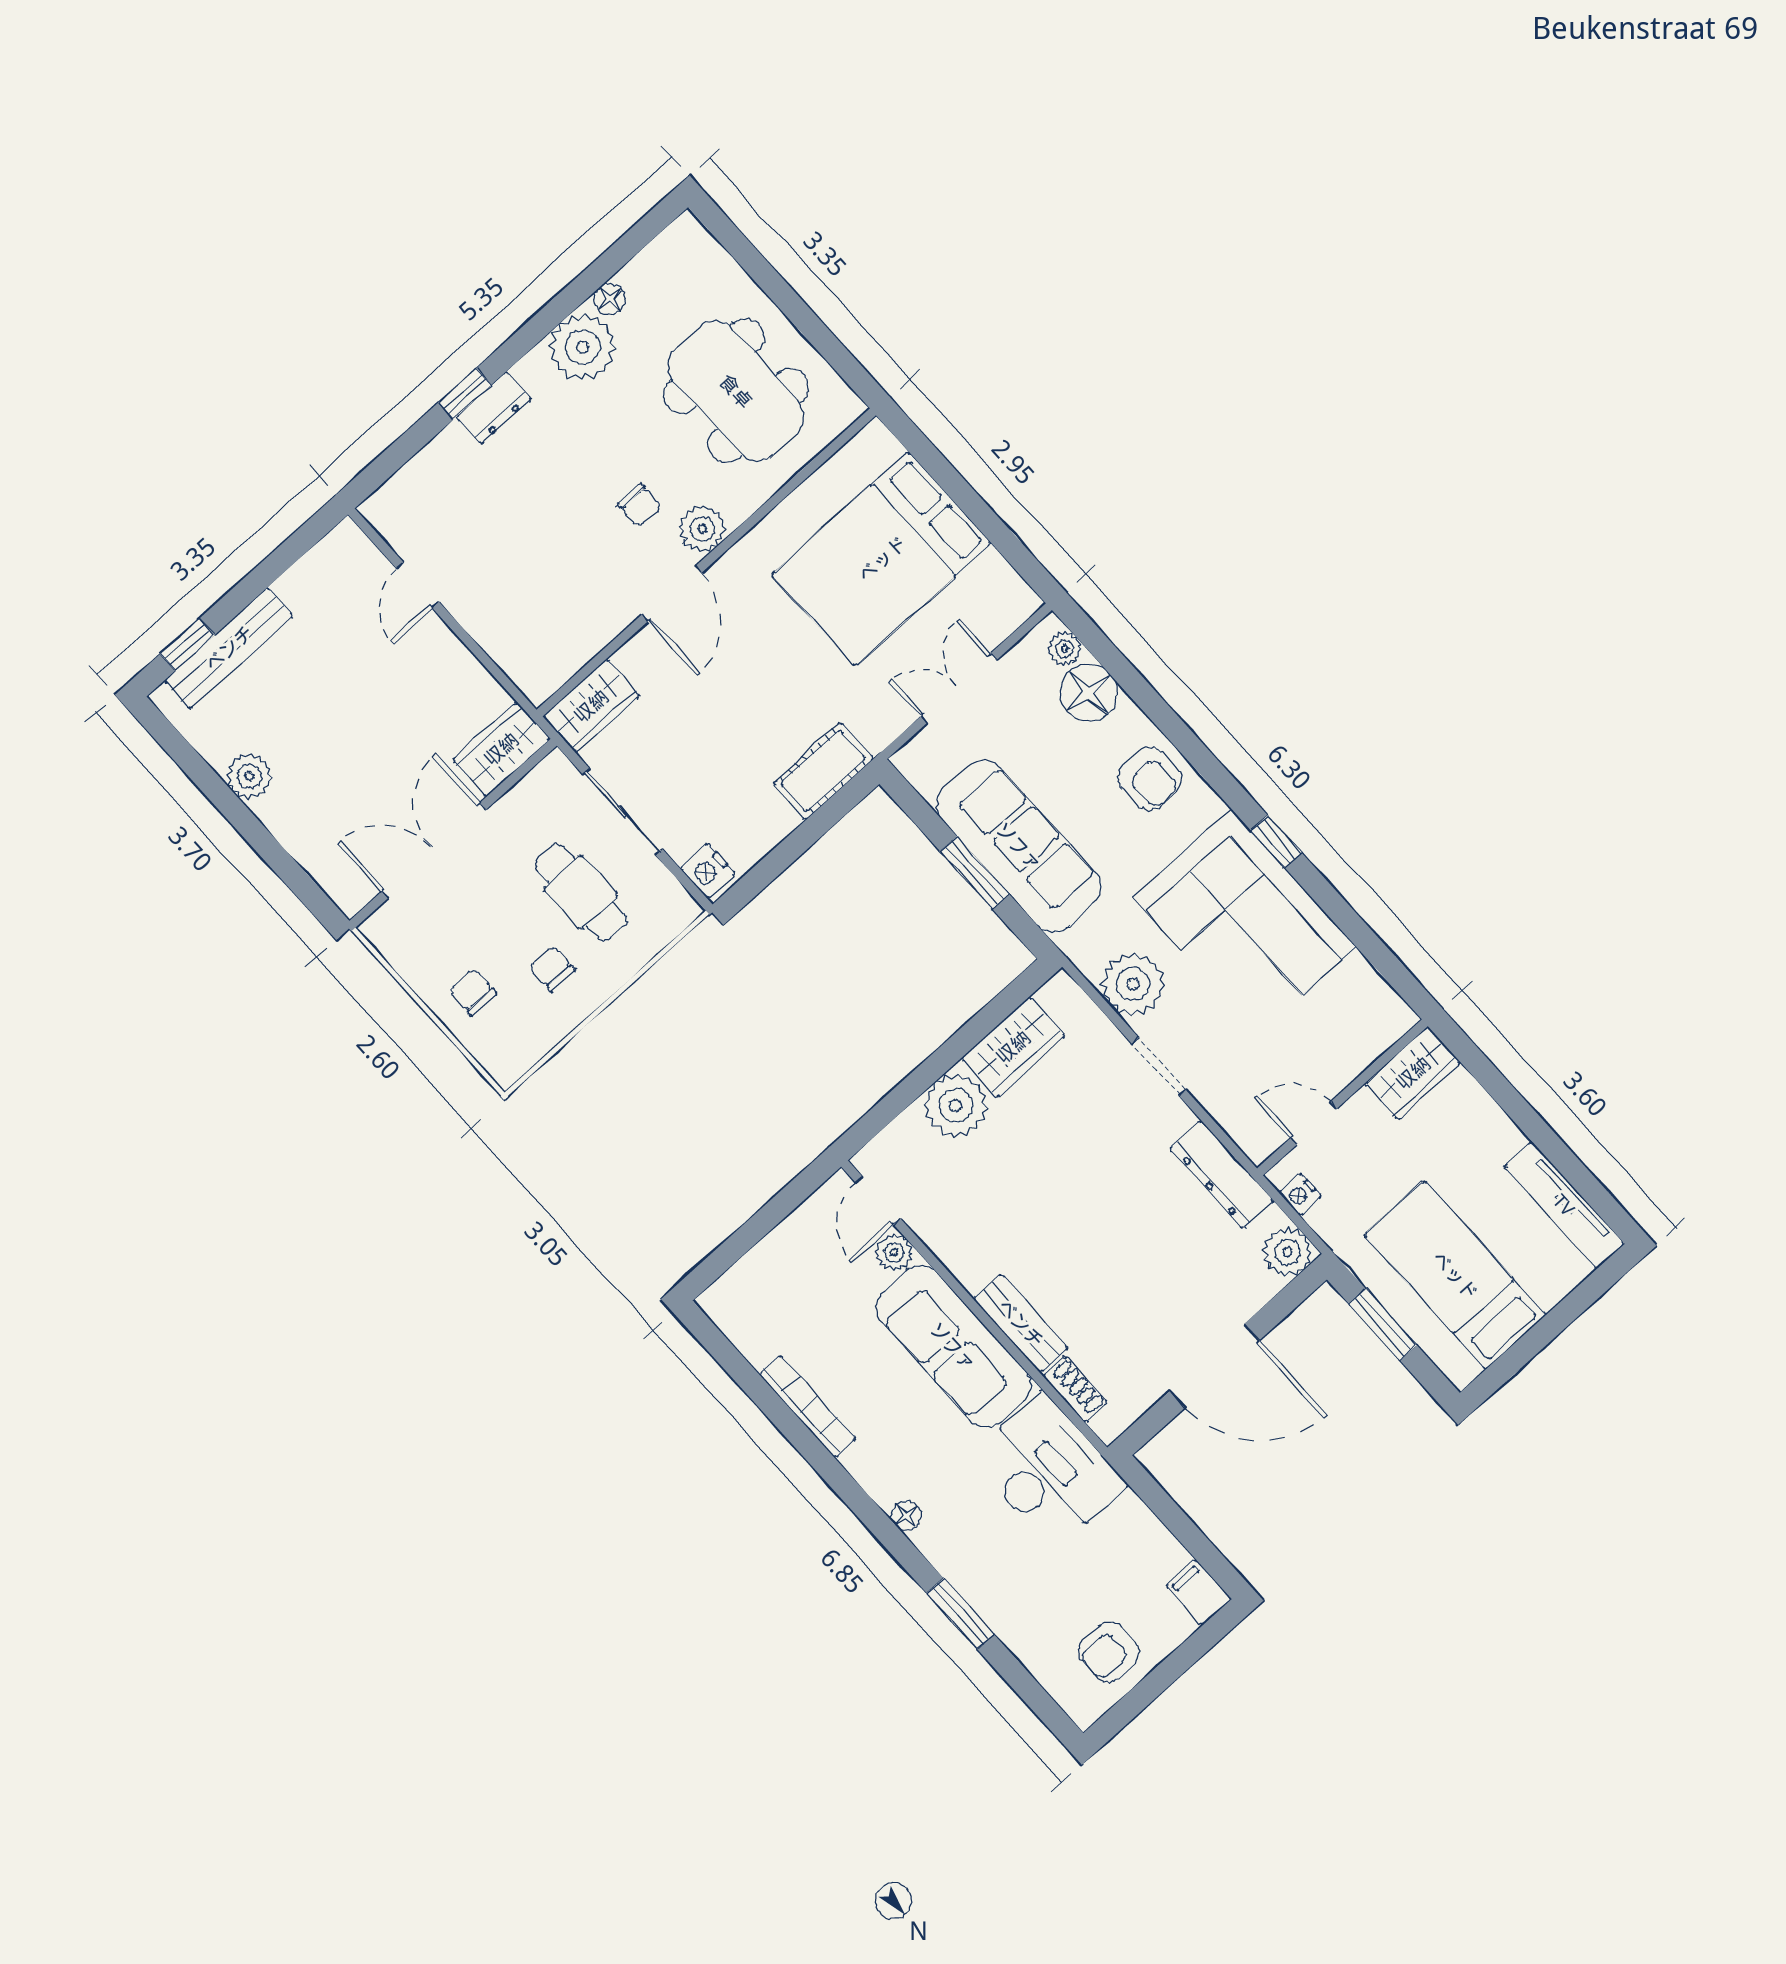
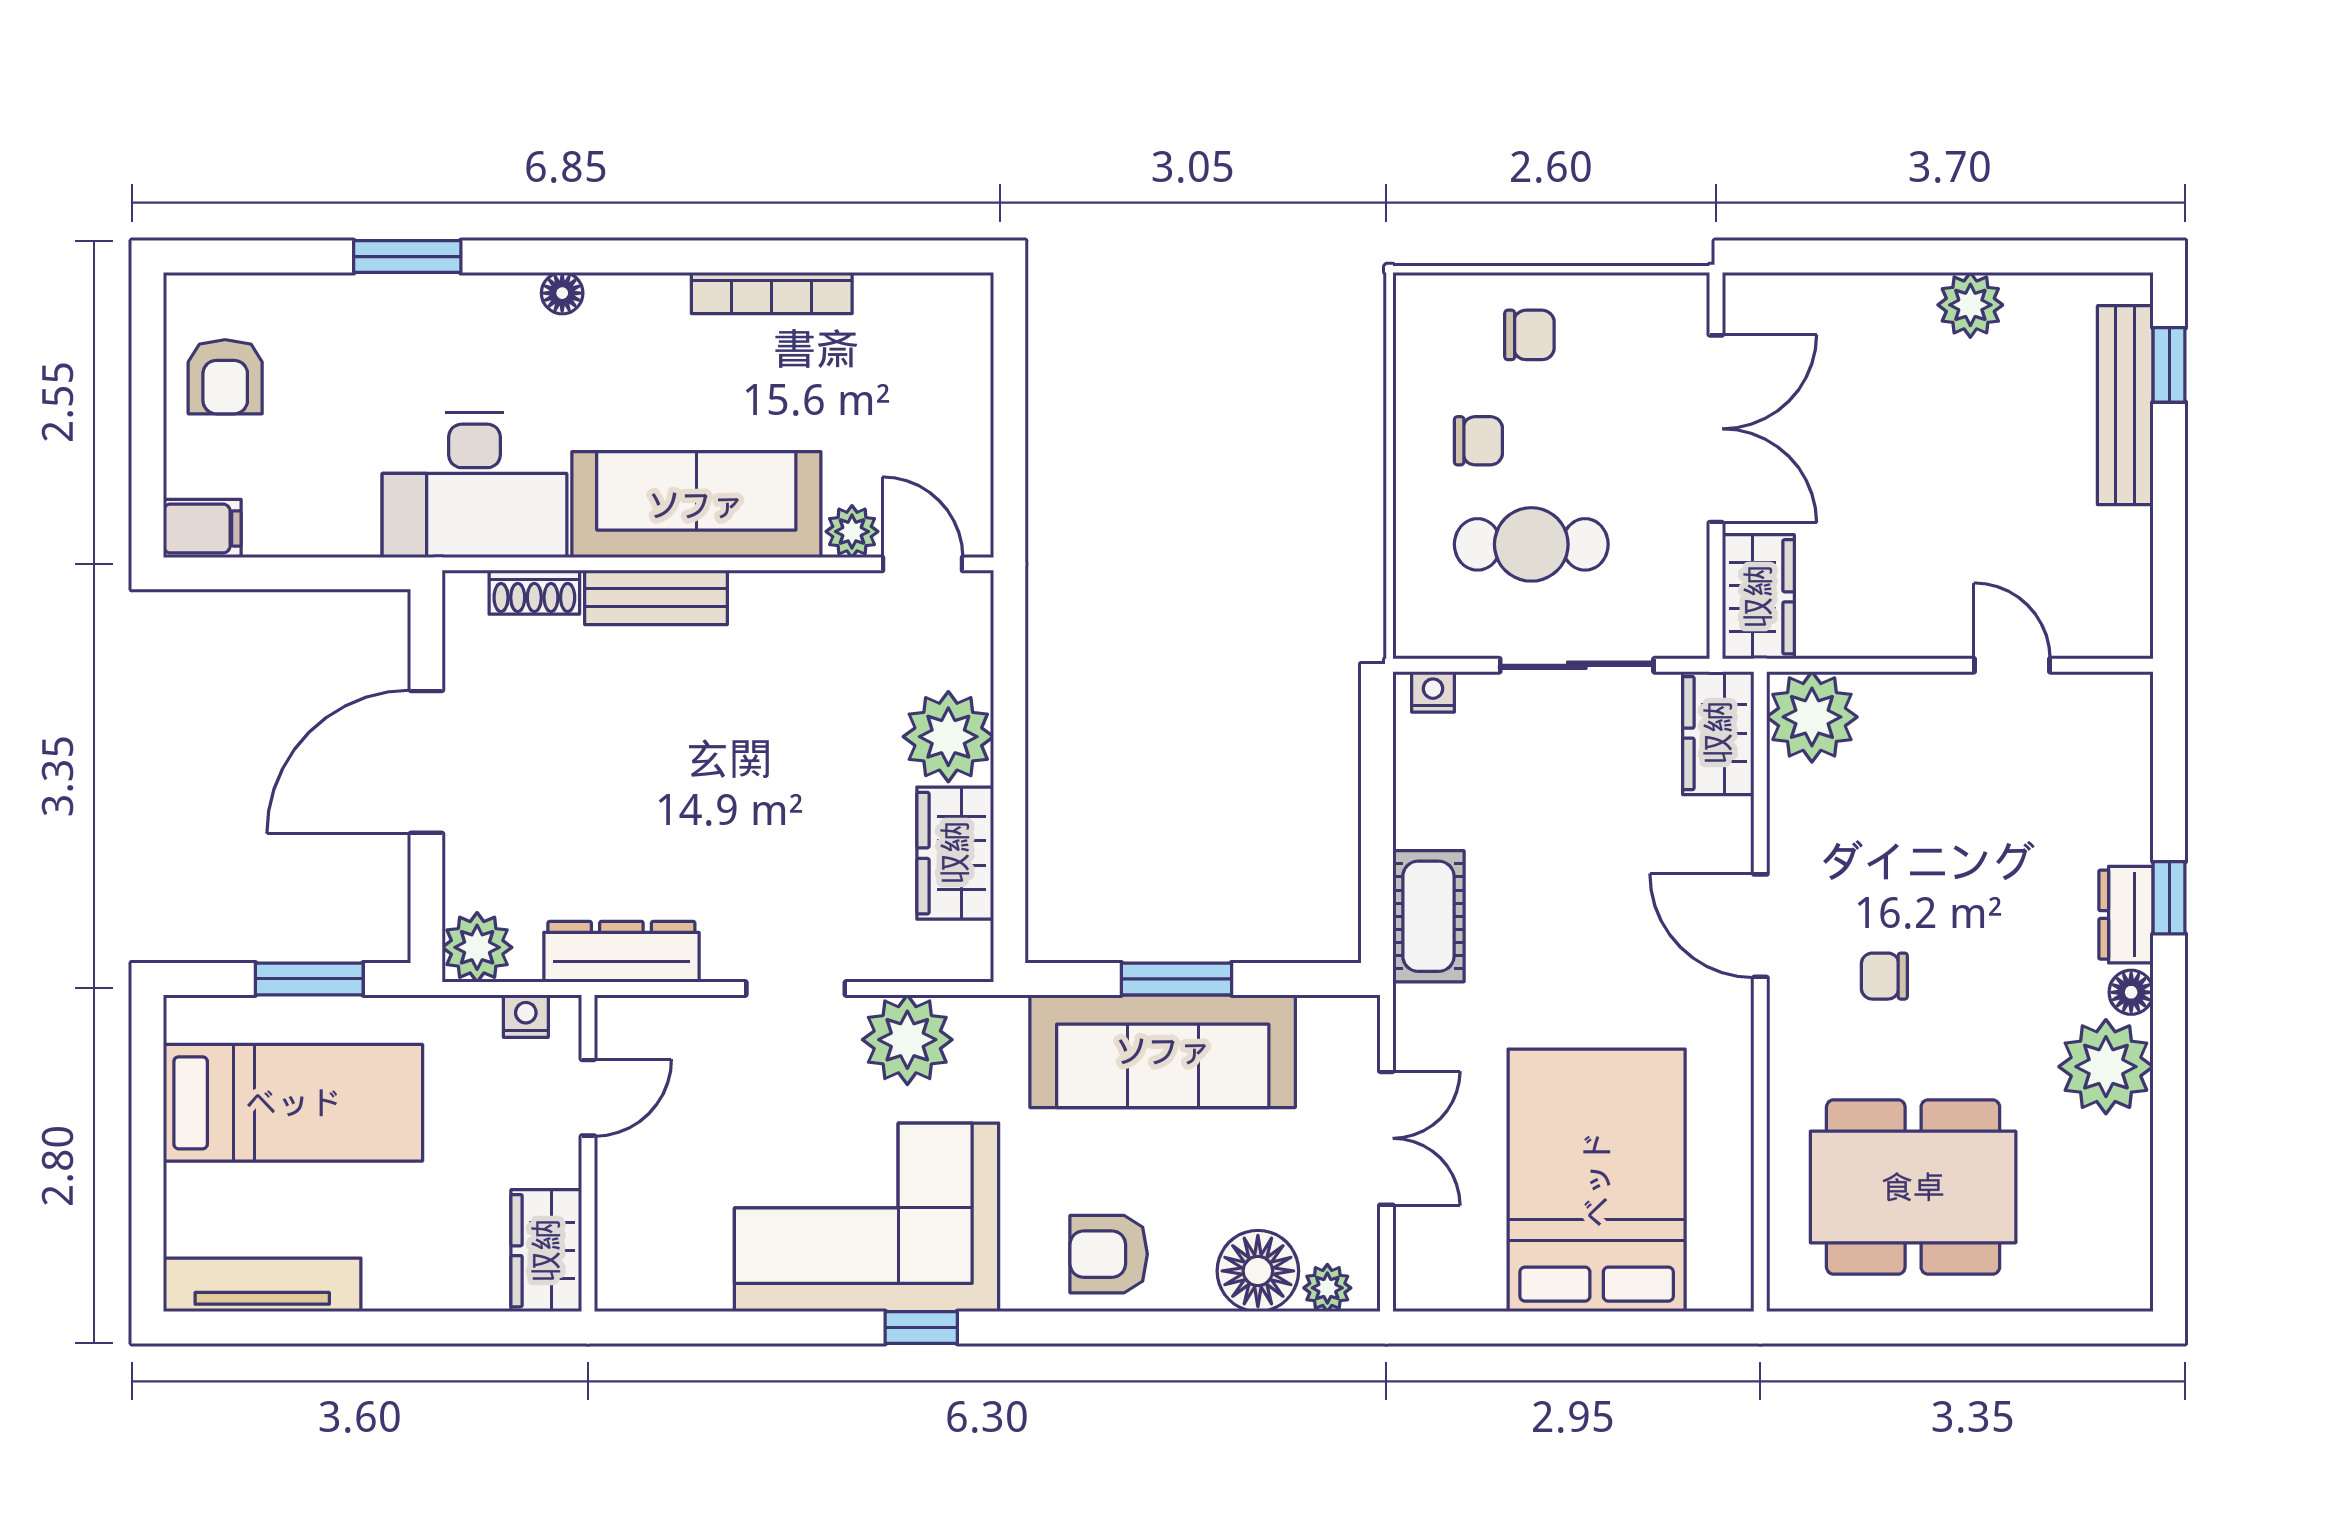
floor lamp: (609, 299) -> (2131, 992), moved
plant: (702, 529) -> (1812, 717), moved, width x1.36, depth x1.36
nightstand: (708, 871) -> (1433, 692), width x0.72, depth x0.74
armchair: (1109, 1652) -> (225, 377), turned 180

